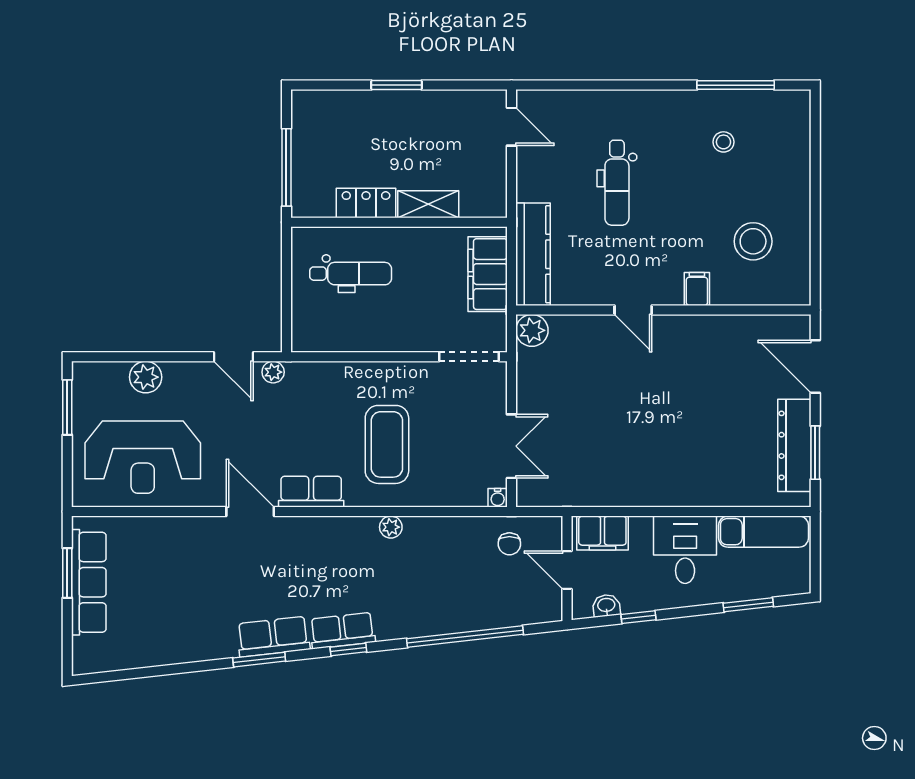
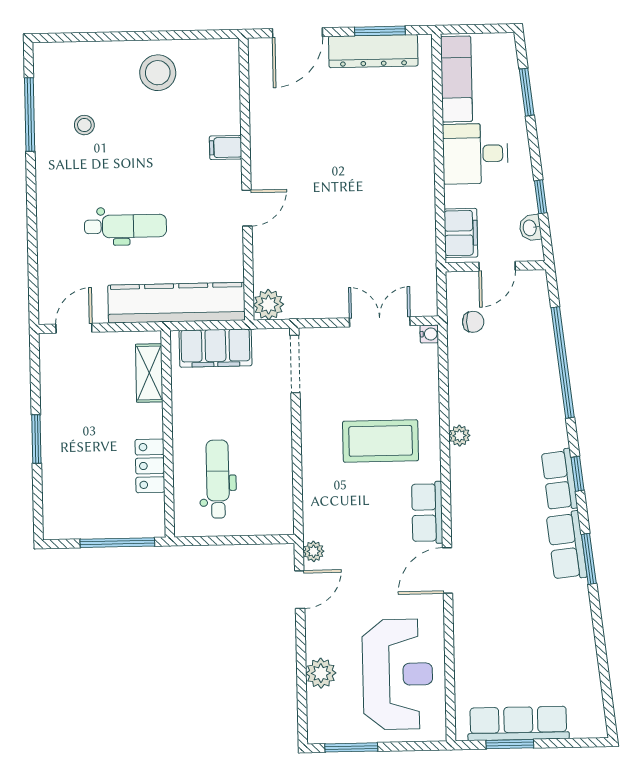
shelving: (428, 204) -> (149, 373), moved
stool: (753, 241) -> (158, 73), moved
kitchen counter: (533, 254) -> (176, 303), width x1.39, depth x1.17

